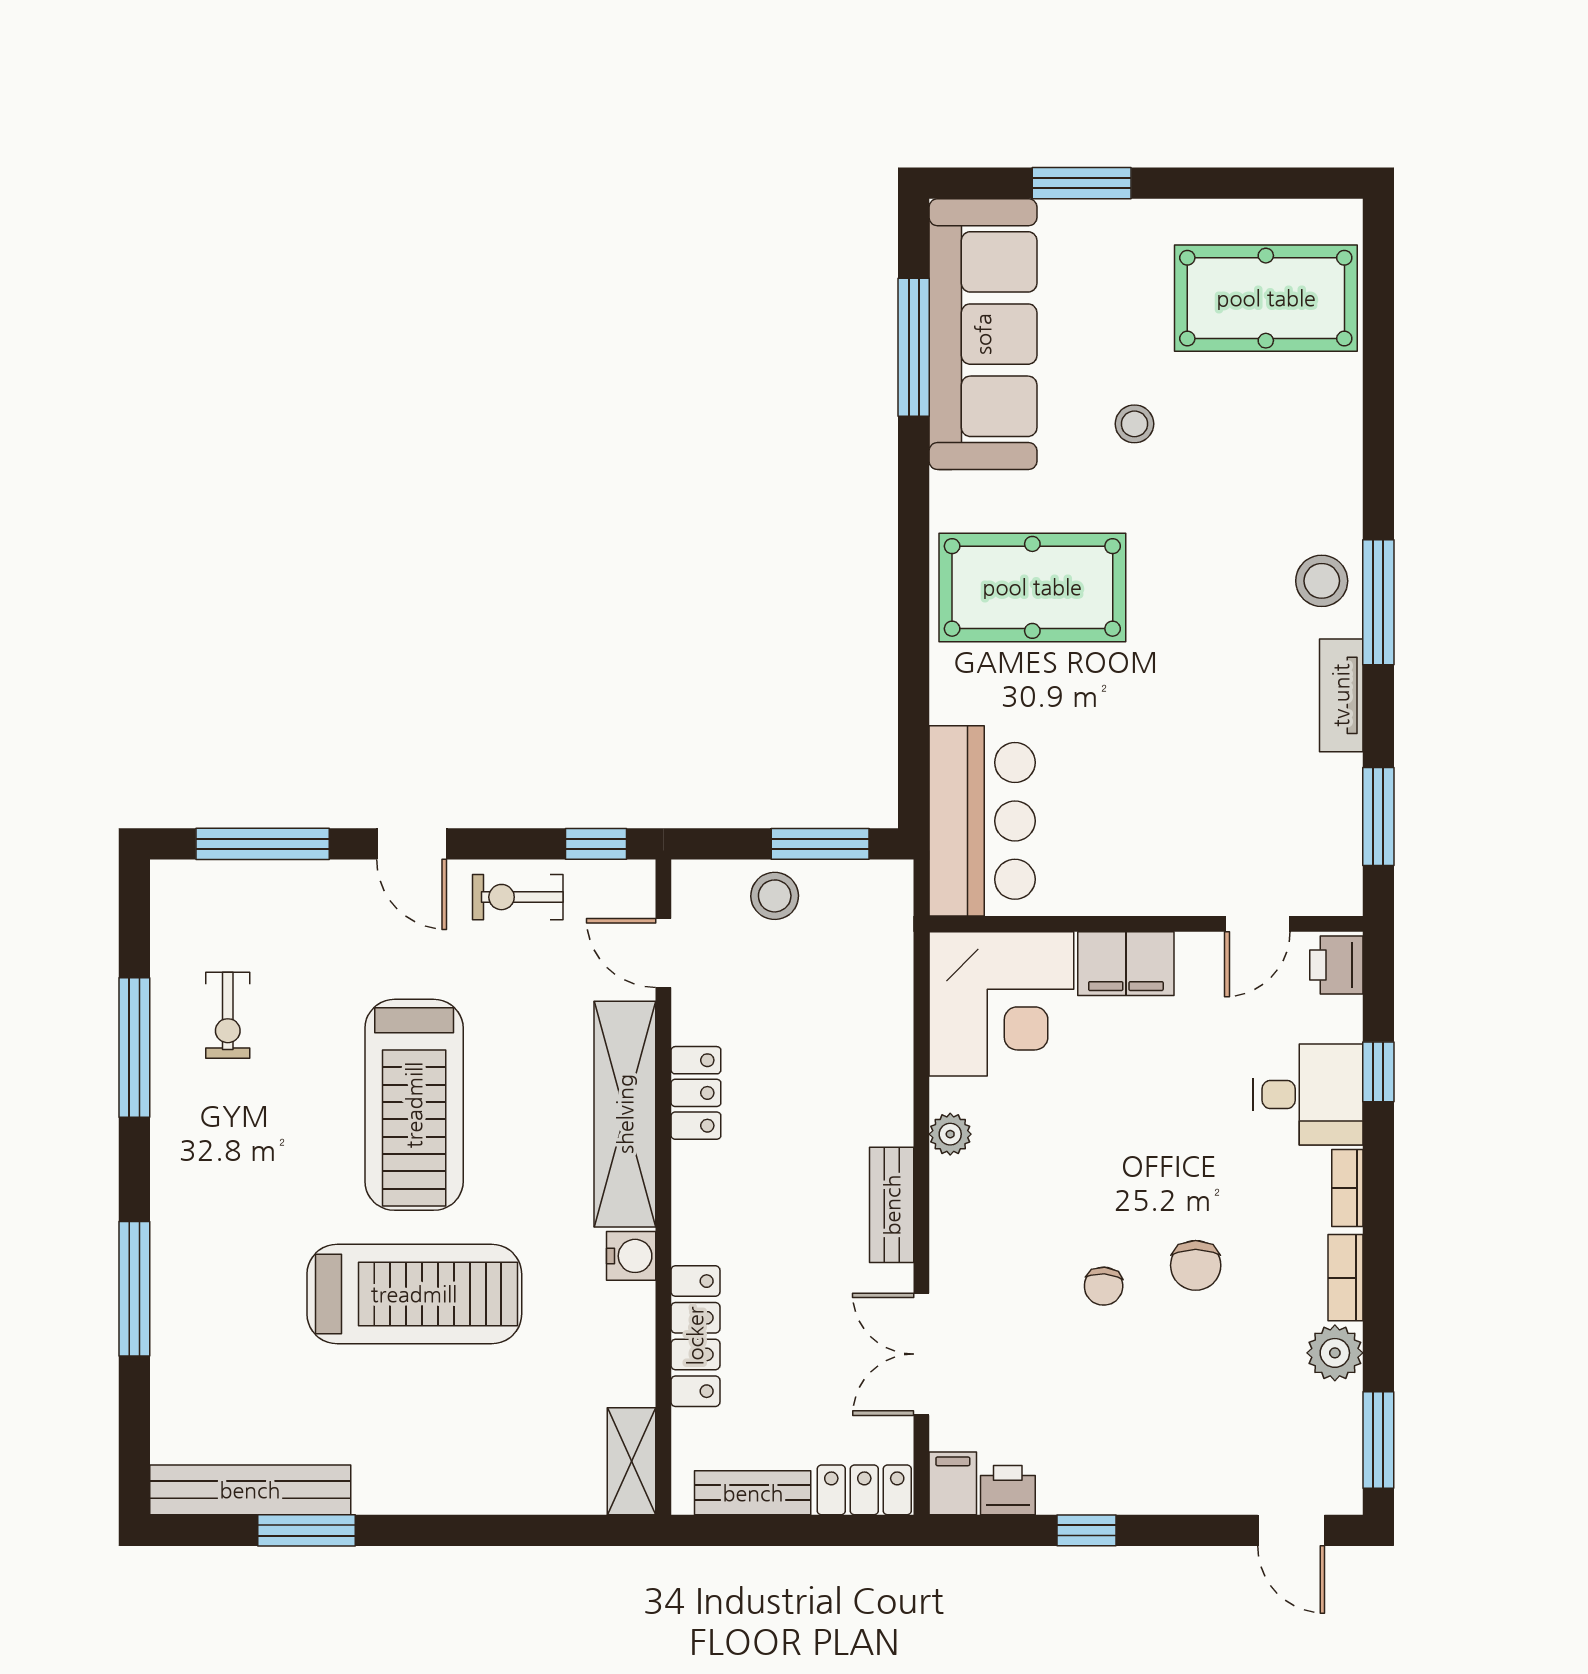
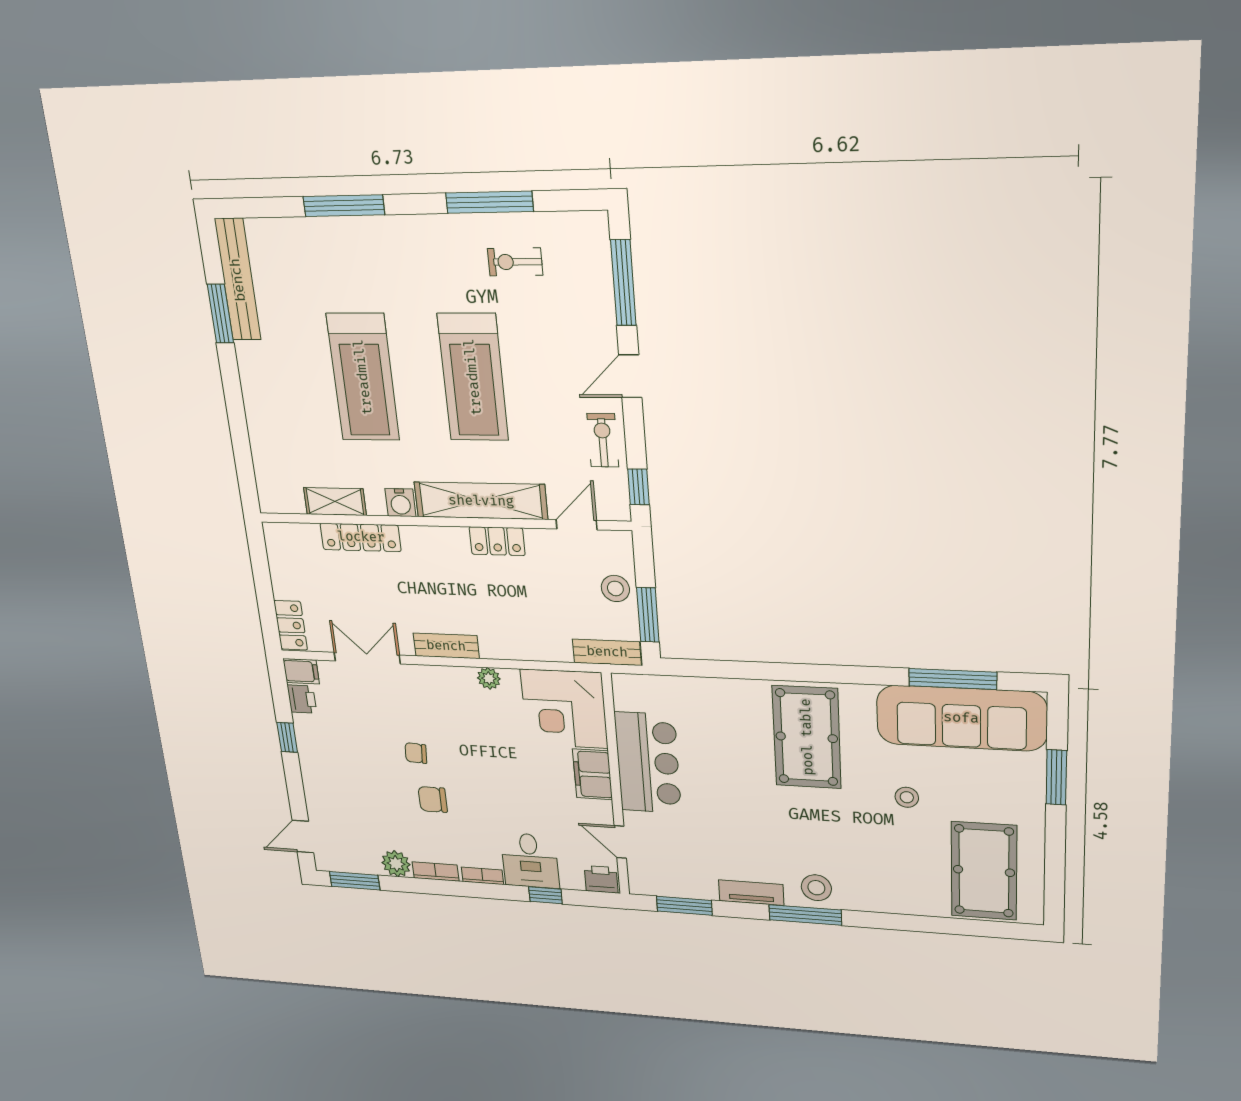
bar counter: (982, 821) -> (648, 763), moved, turned -90
treadmill: (414, 1105) -> (473, 377), turned -90
shelving: (632, 1461) -> (335, 501), moved
bench: (753, 1493) -> (607, 652), moved, turned 90

